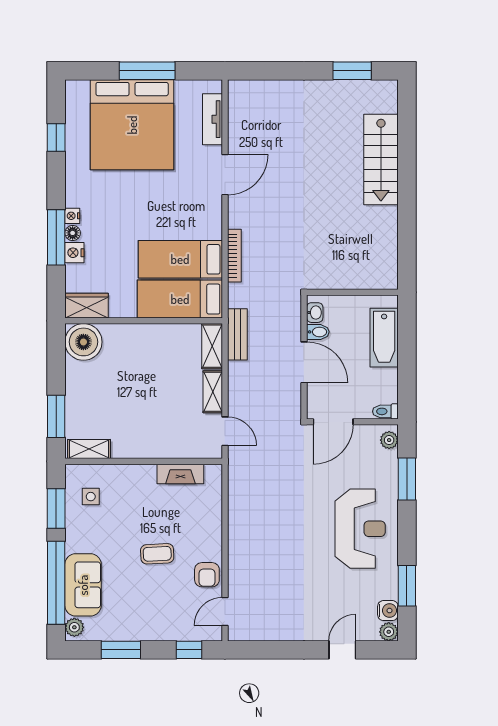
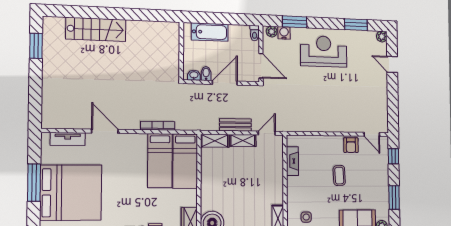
bench: (237, 334) -> (235, 125), moved
armchair: (207, 575) -> (351, 145), turned 90
water cooler: (388, 611) -> (284, 33), moved

